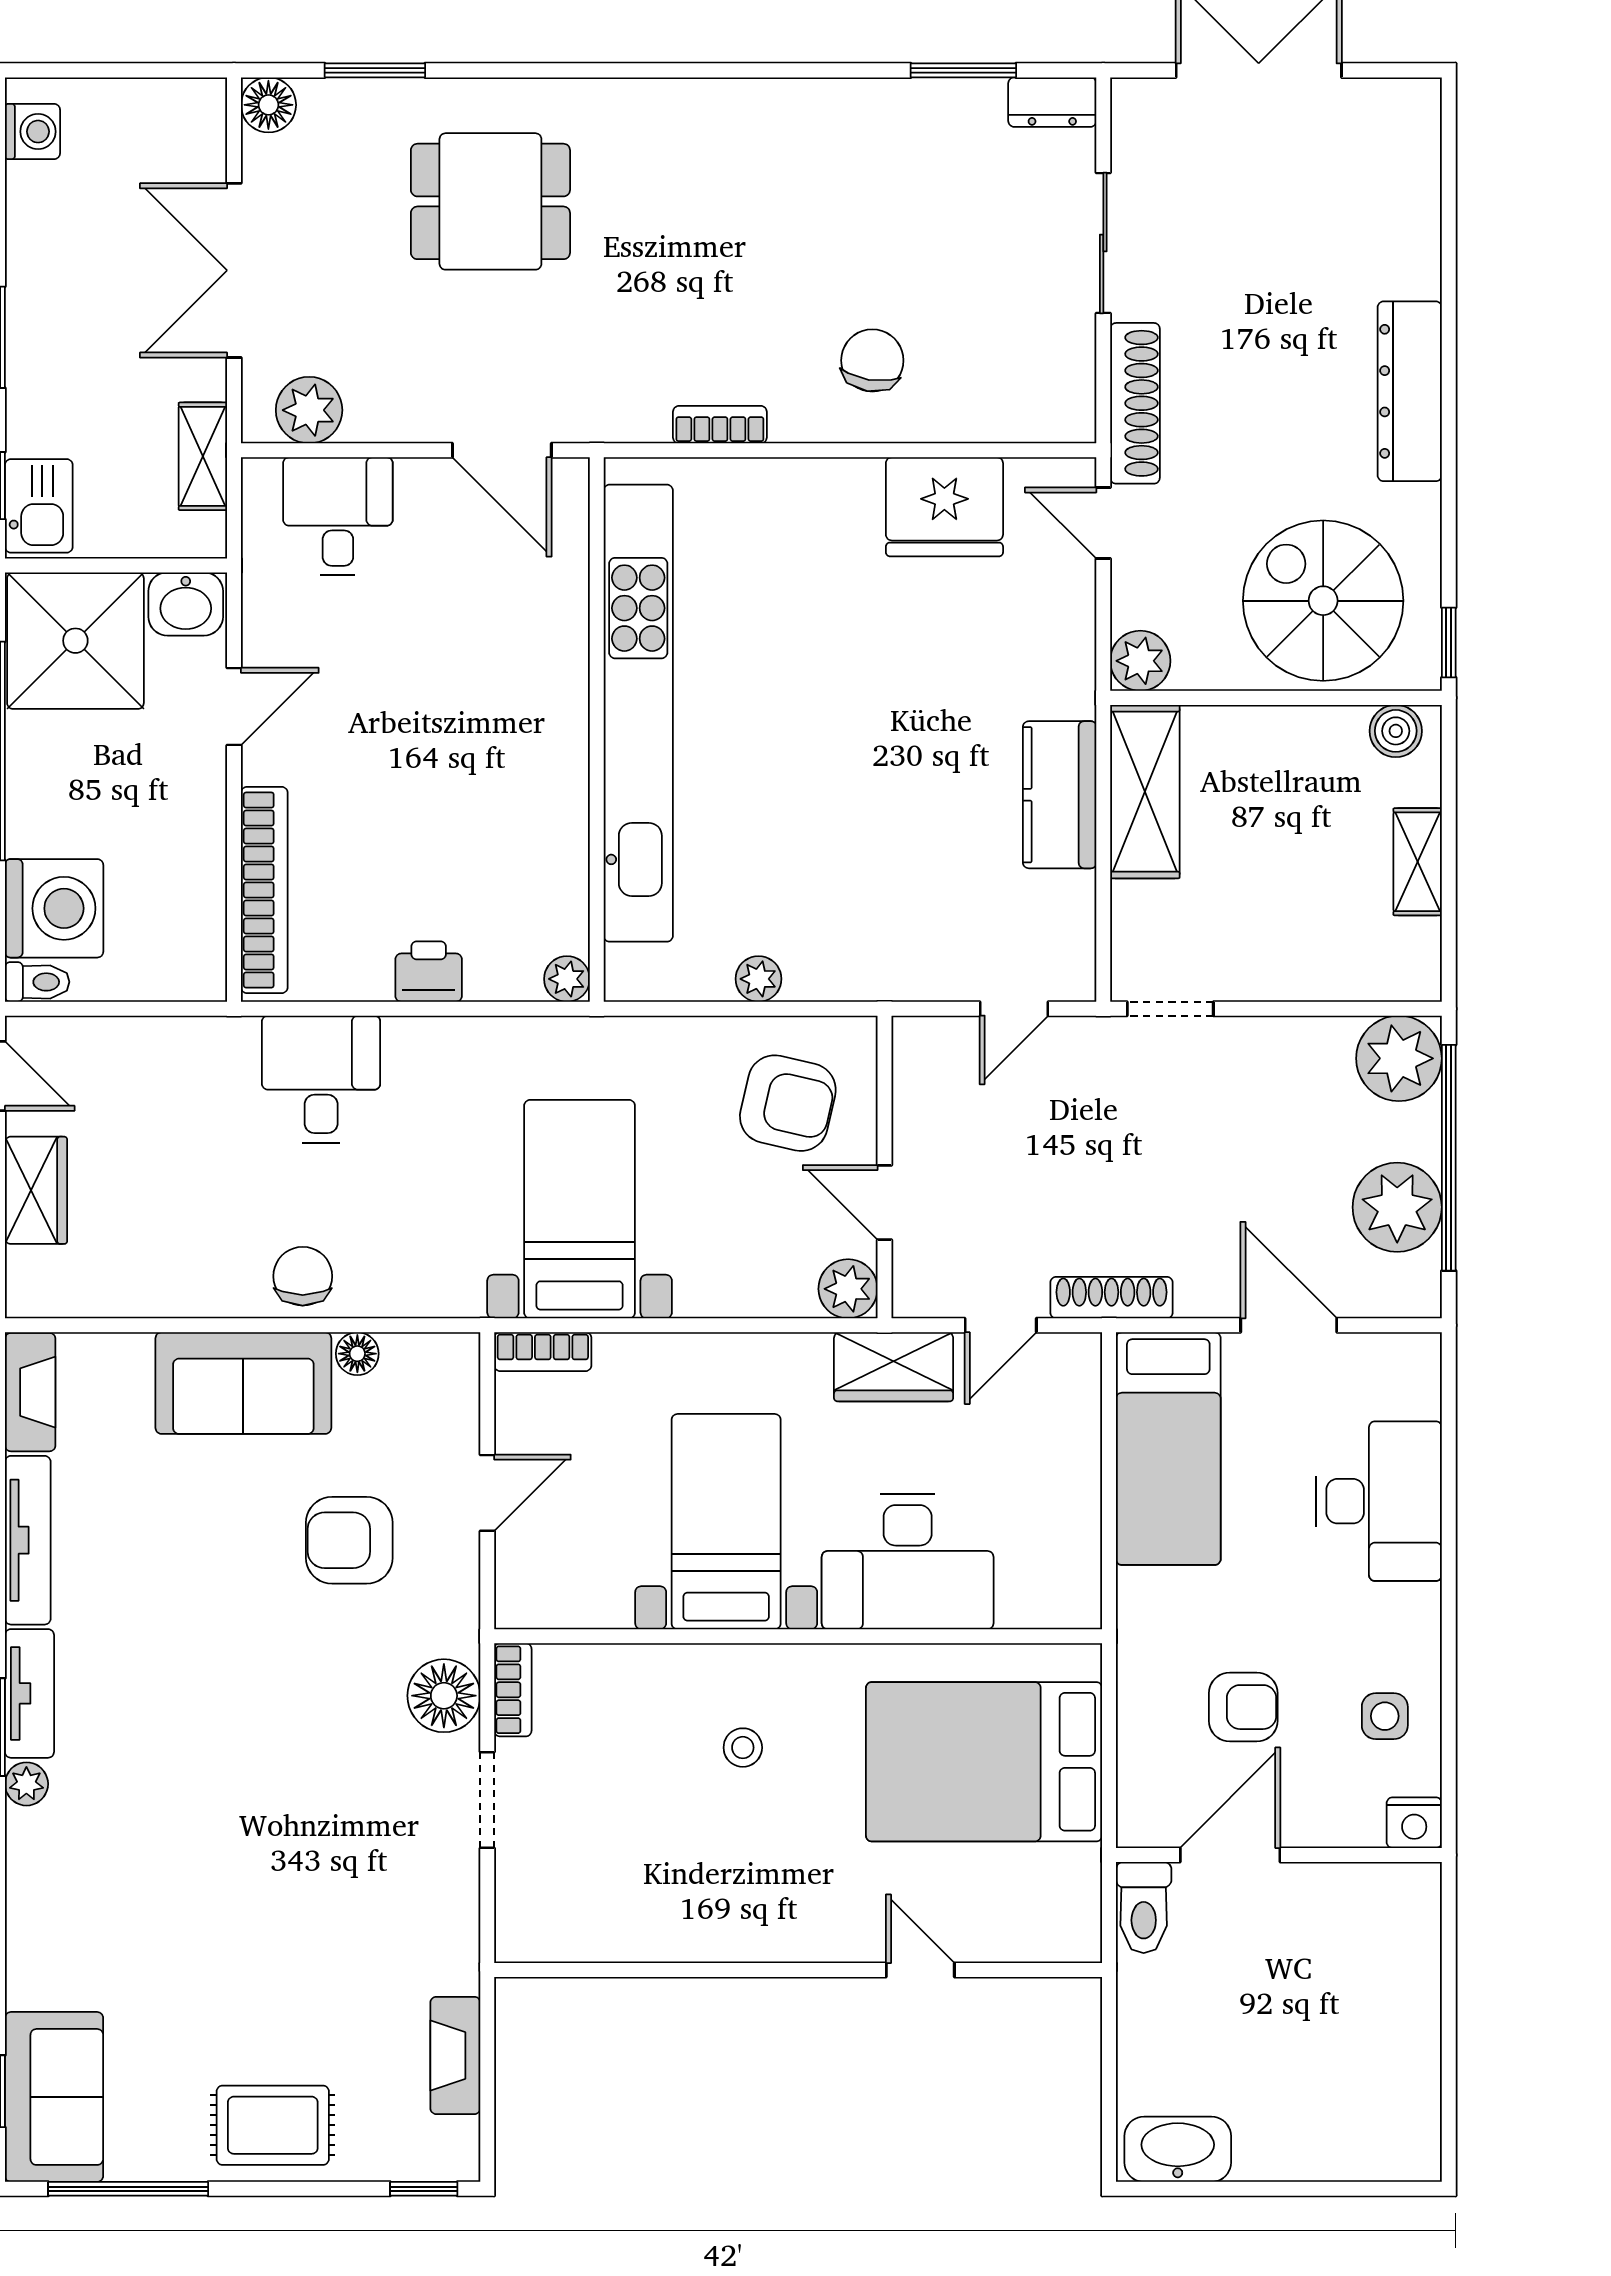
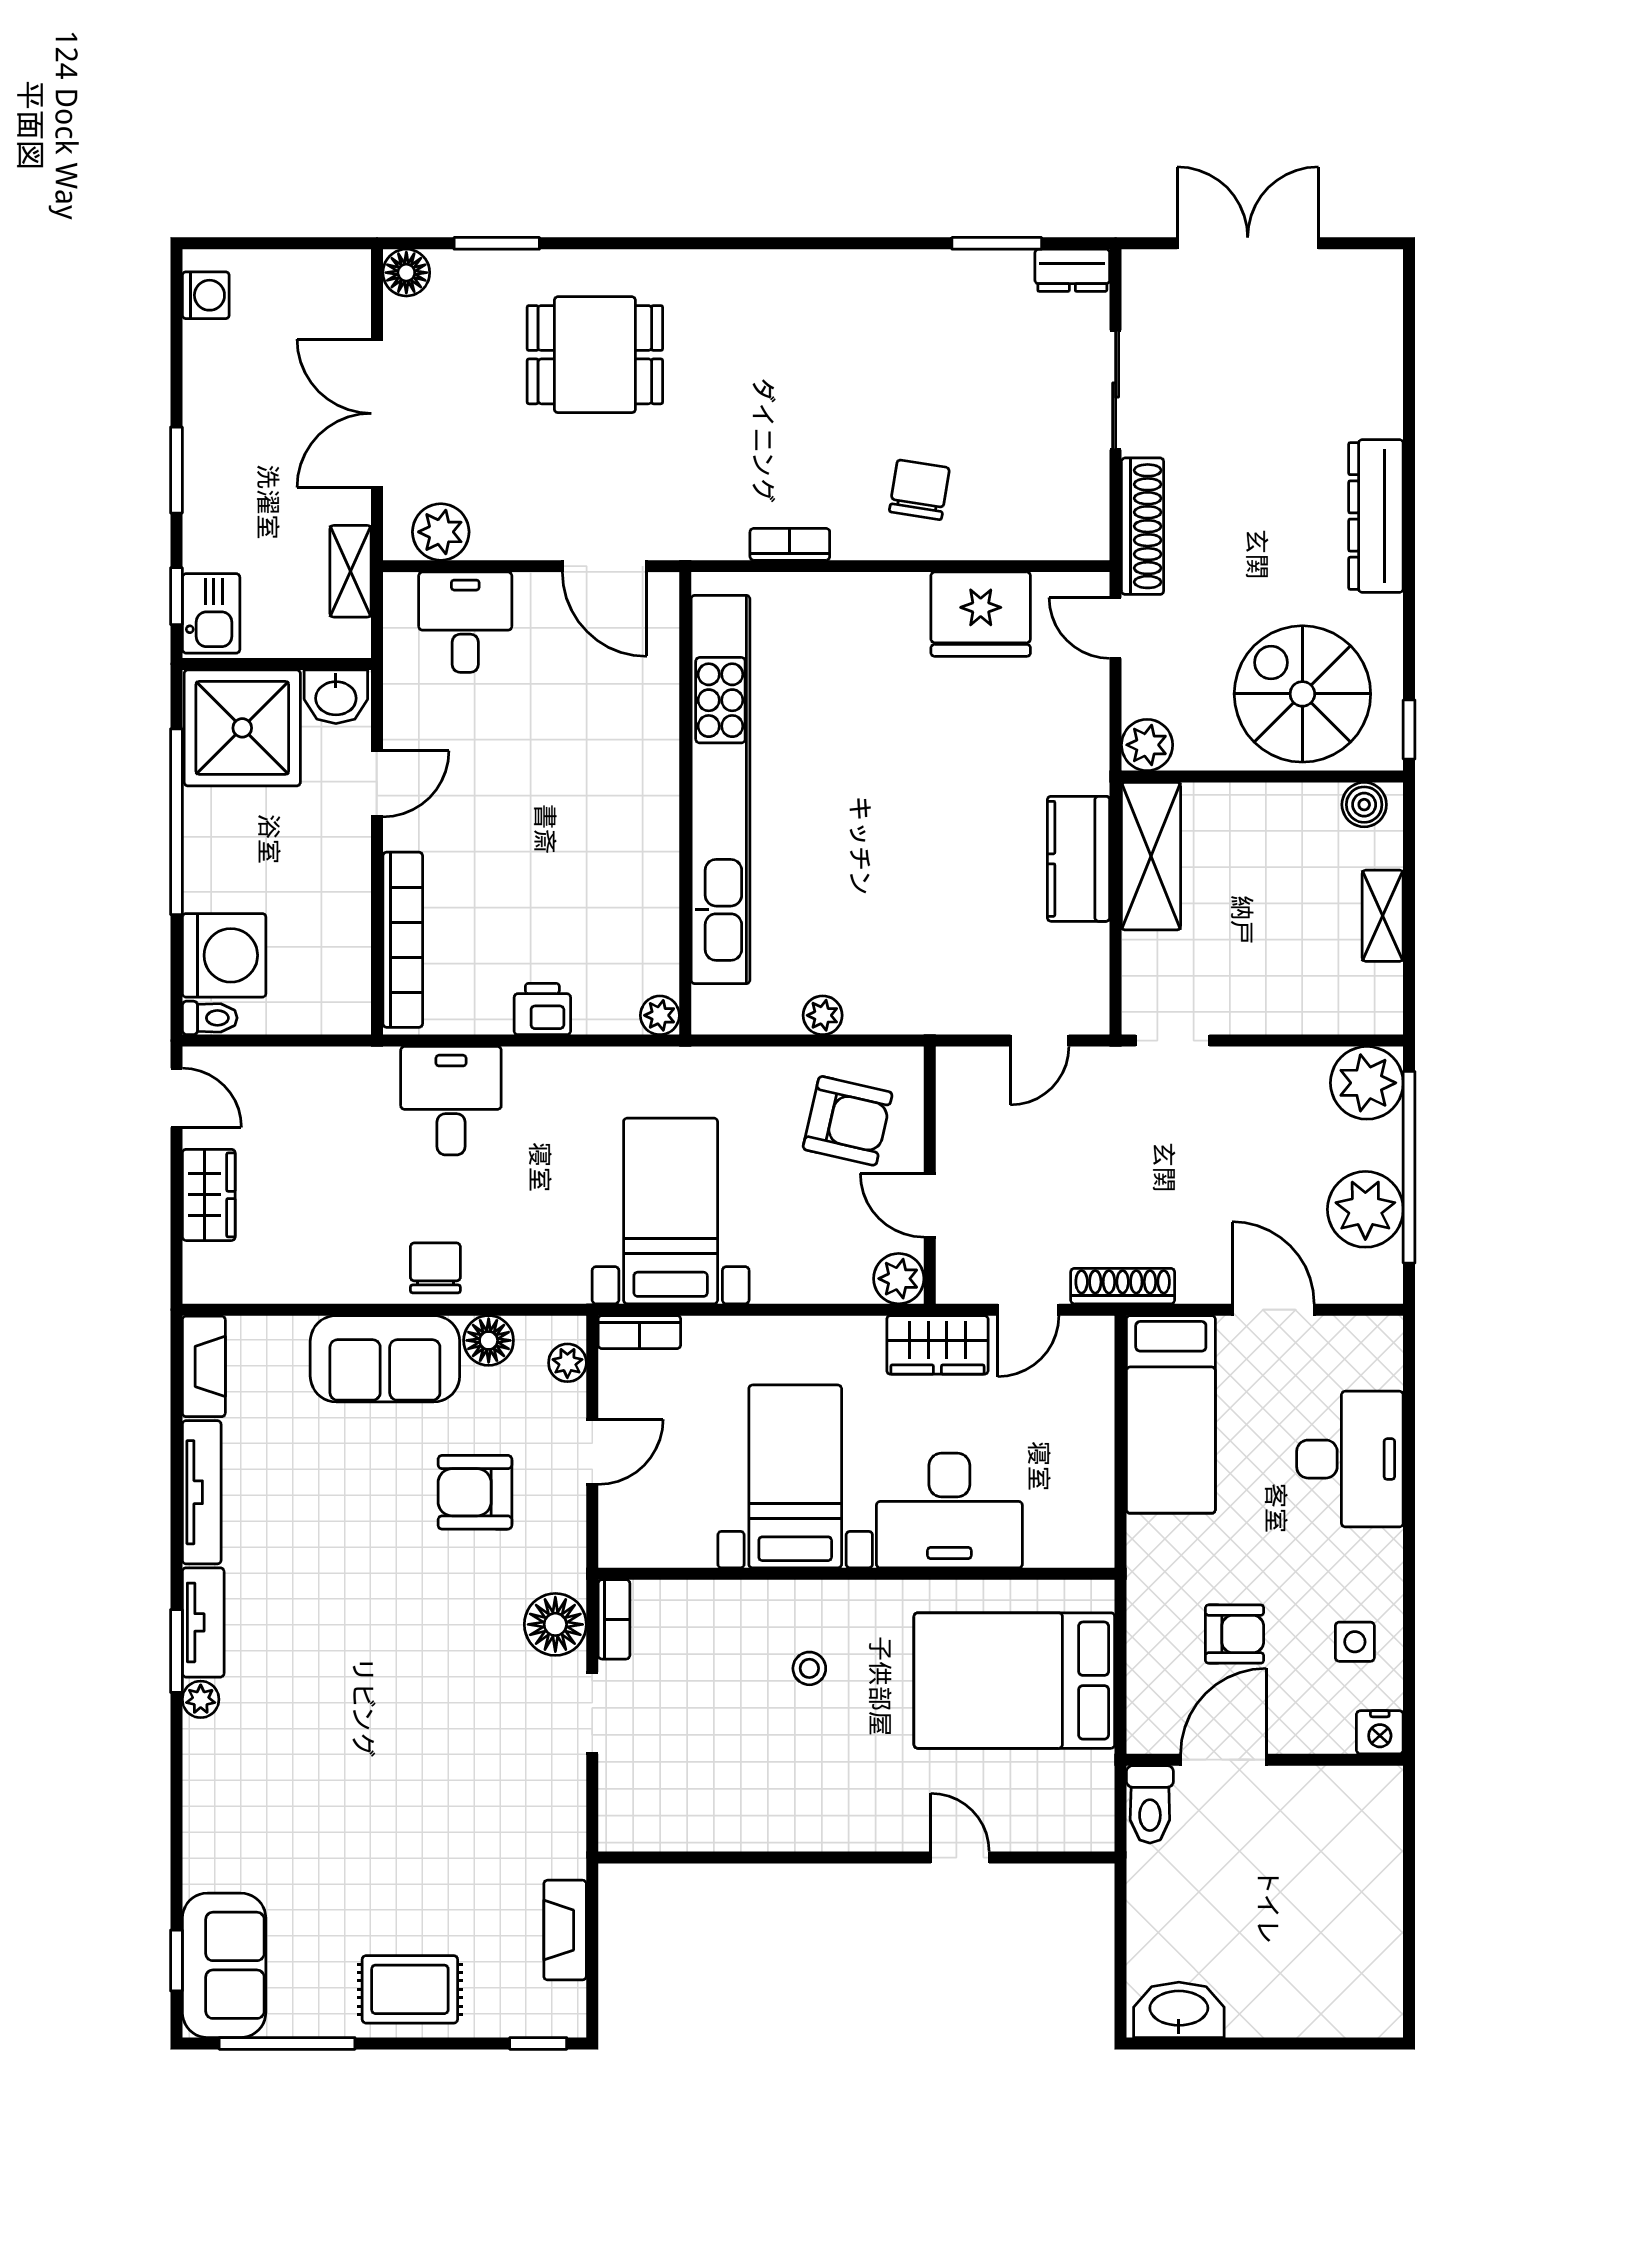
floor lamp: (357, 1354) -> (489, 1340), width x1.37, depth x1.37
plant: (458, 1388) -> (567, 1363), added

